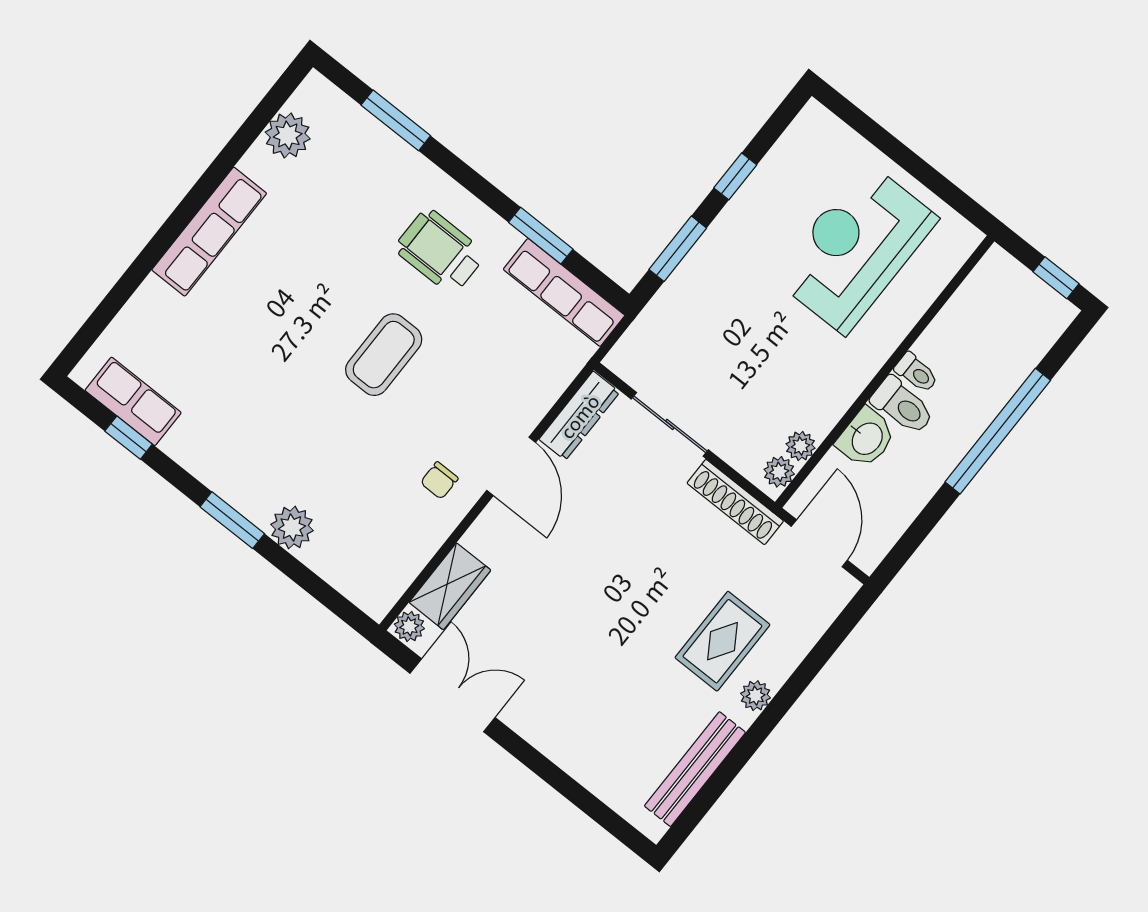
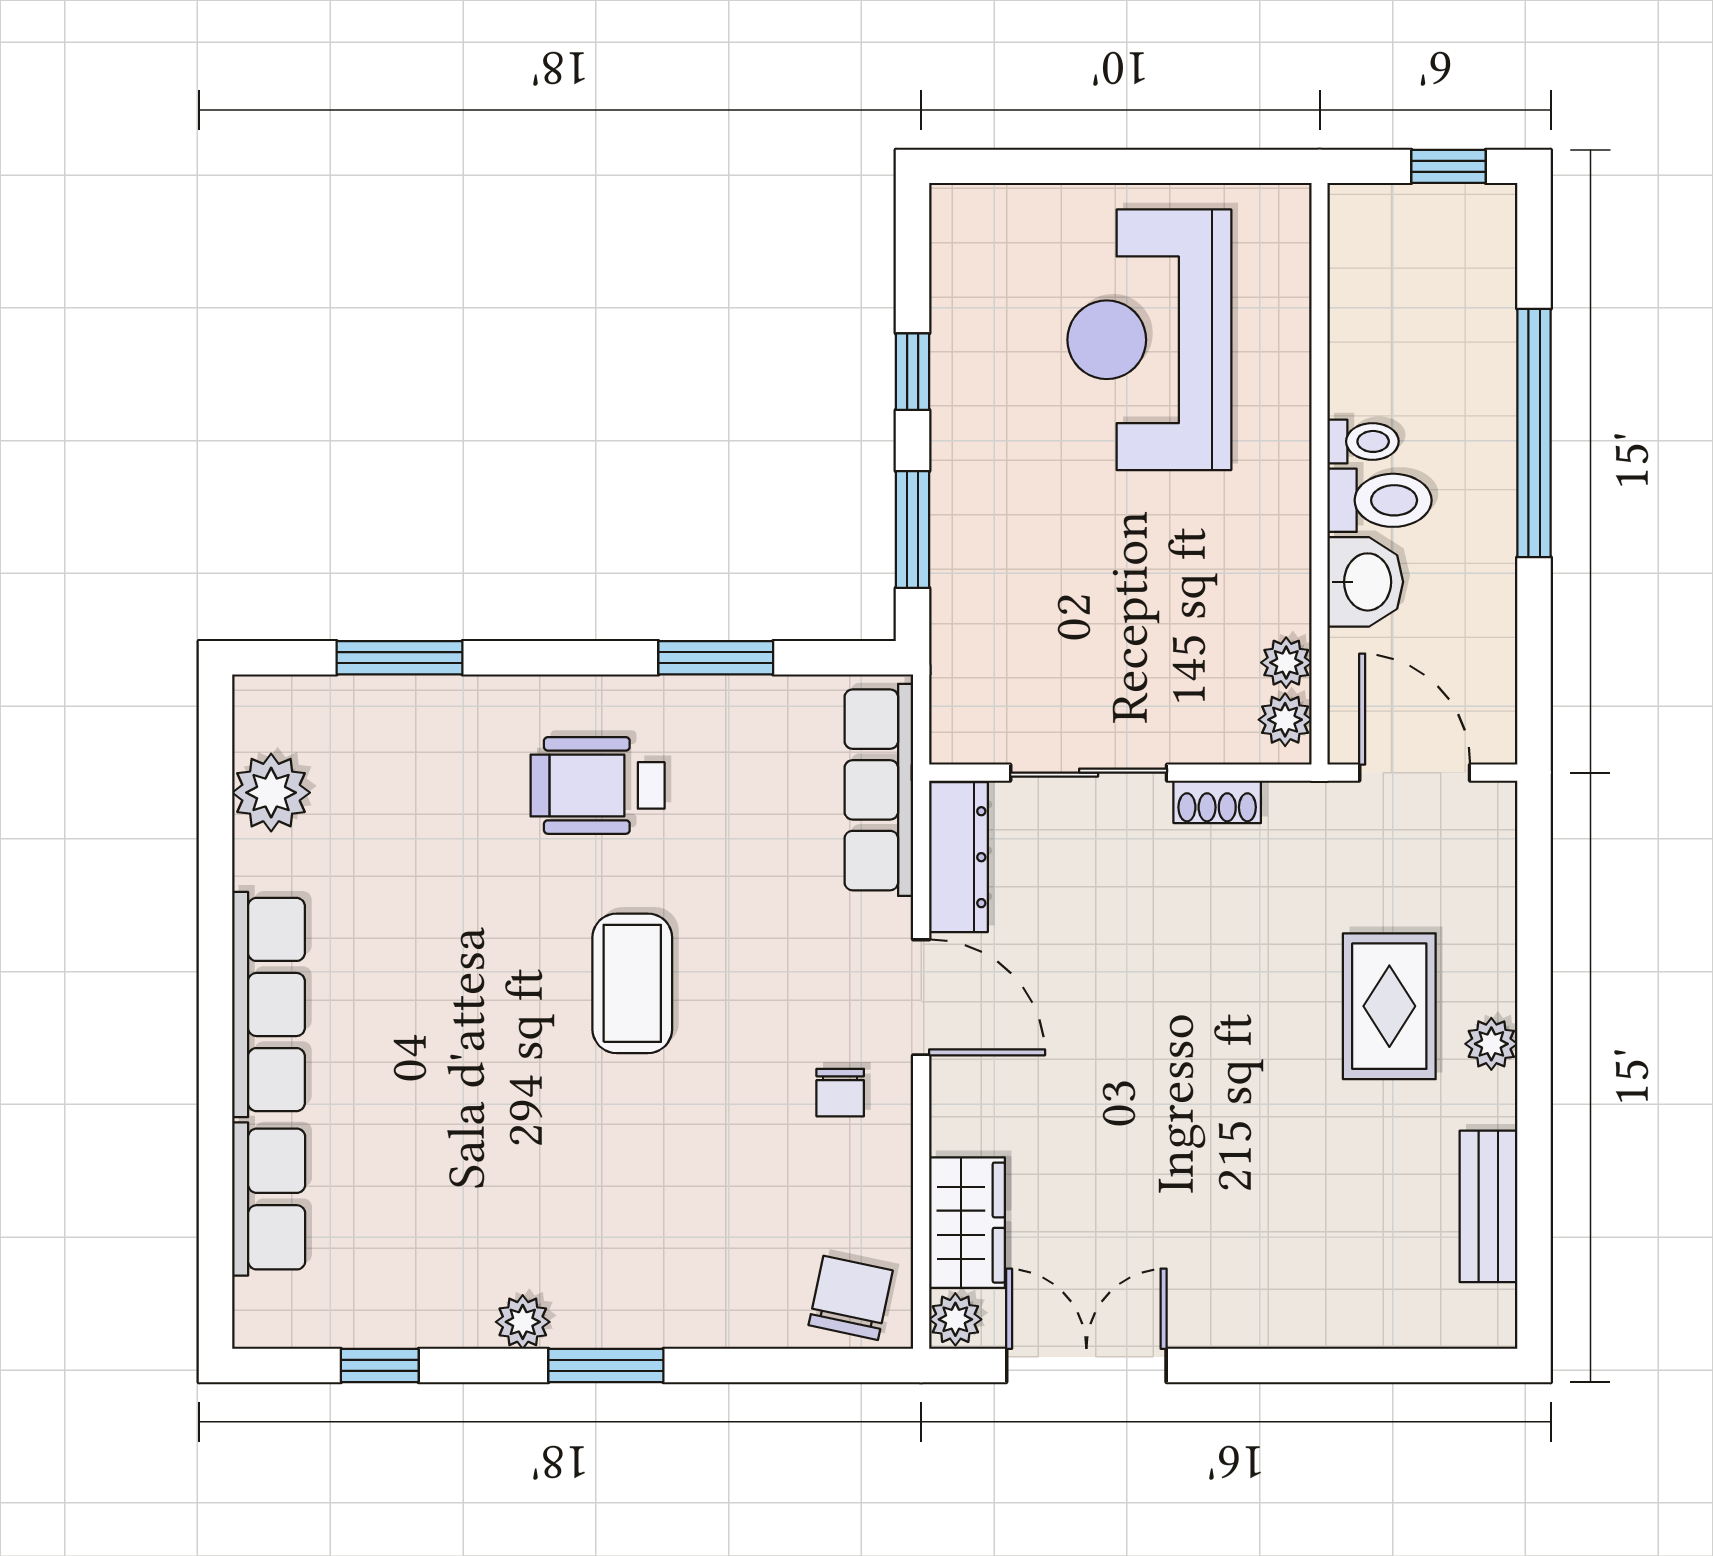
row of seats: (564, 292) -> (879, 790), moved, turned 90
row of seats: (133, 401) -> (269, 1199), moved, turned 90
shoe rack: (735, 502) -> (1217, 802), width x0.51, depth x0.81
plant: (292, 527) -> (523, 1322), moved, width x0.73, depth x0.73
chair: (369, 578) -> (851, 1298), added
bench: (695, 769) -> (1488, 1206), width x0.73

